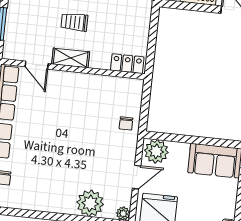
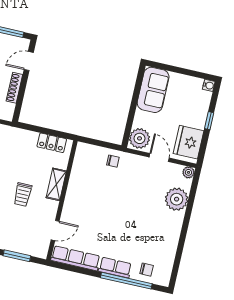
shelving: (71, 58) -> (56, 184), moved
locker: (127, 64) -> (52, 143), moved, turned -90

